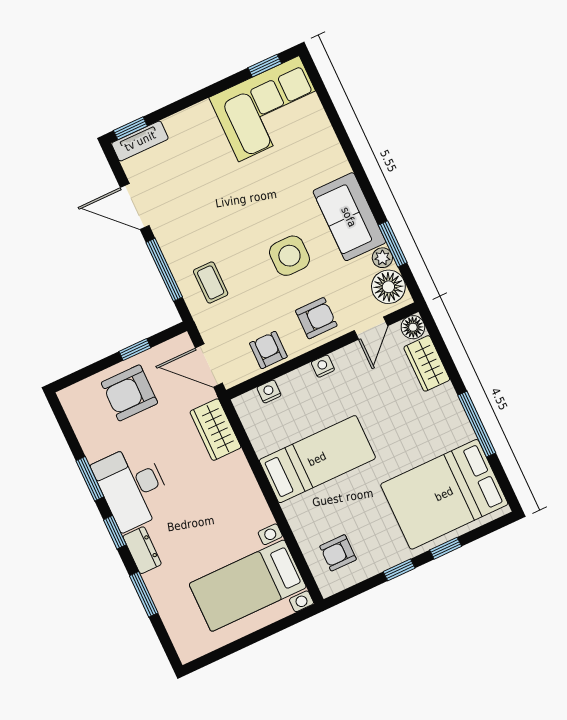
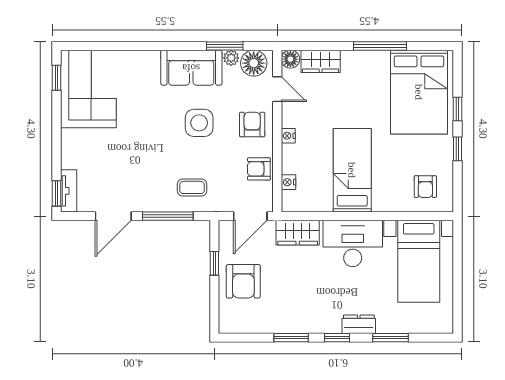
desk: (132, 487) -> (353, 243), moved, turned 180

